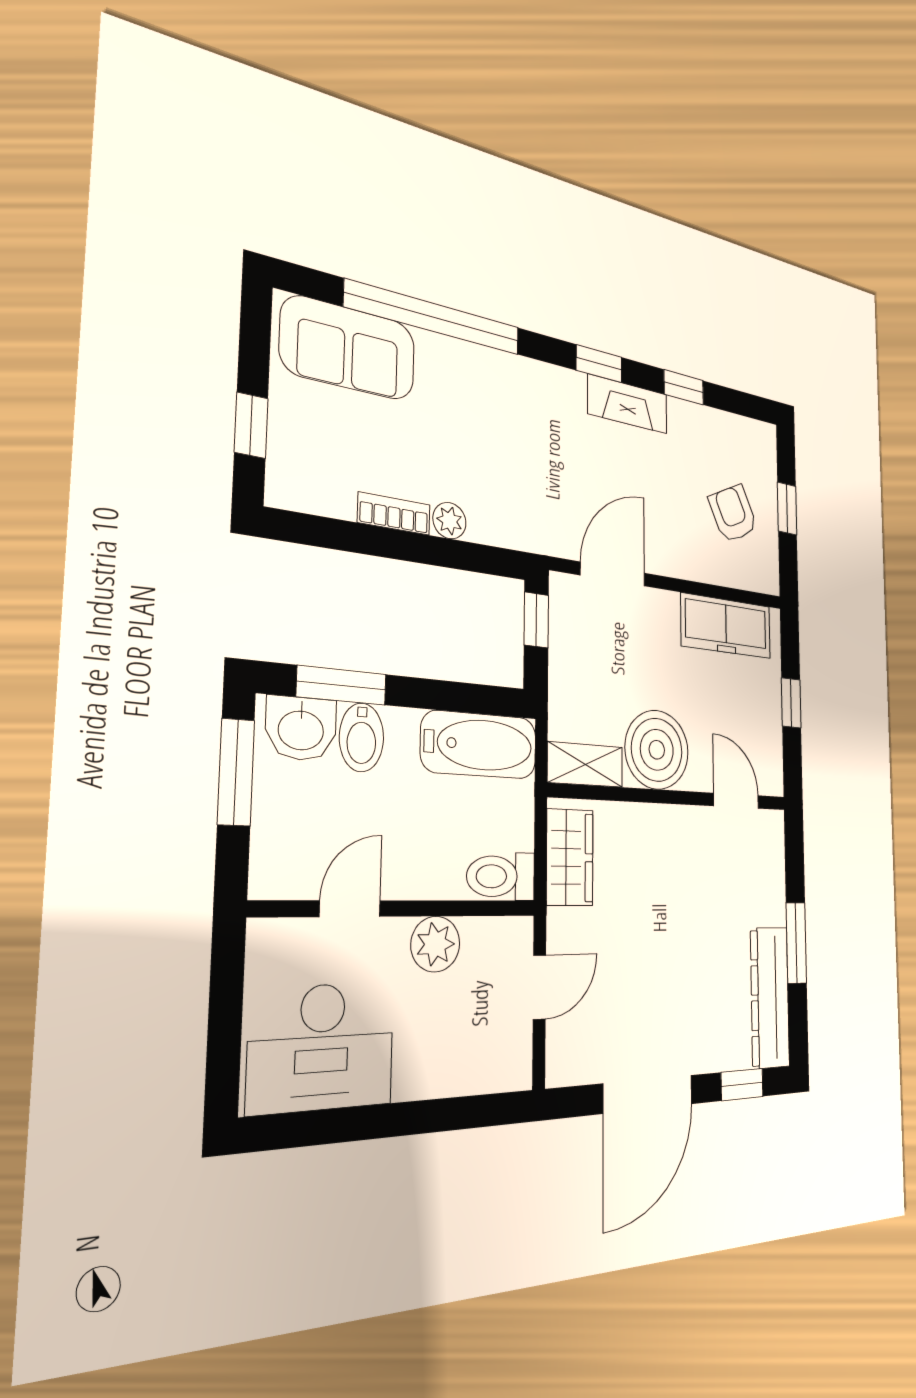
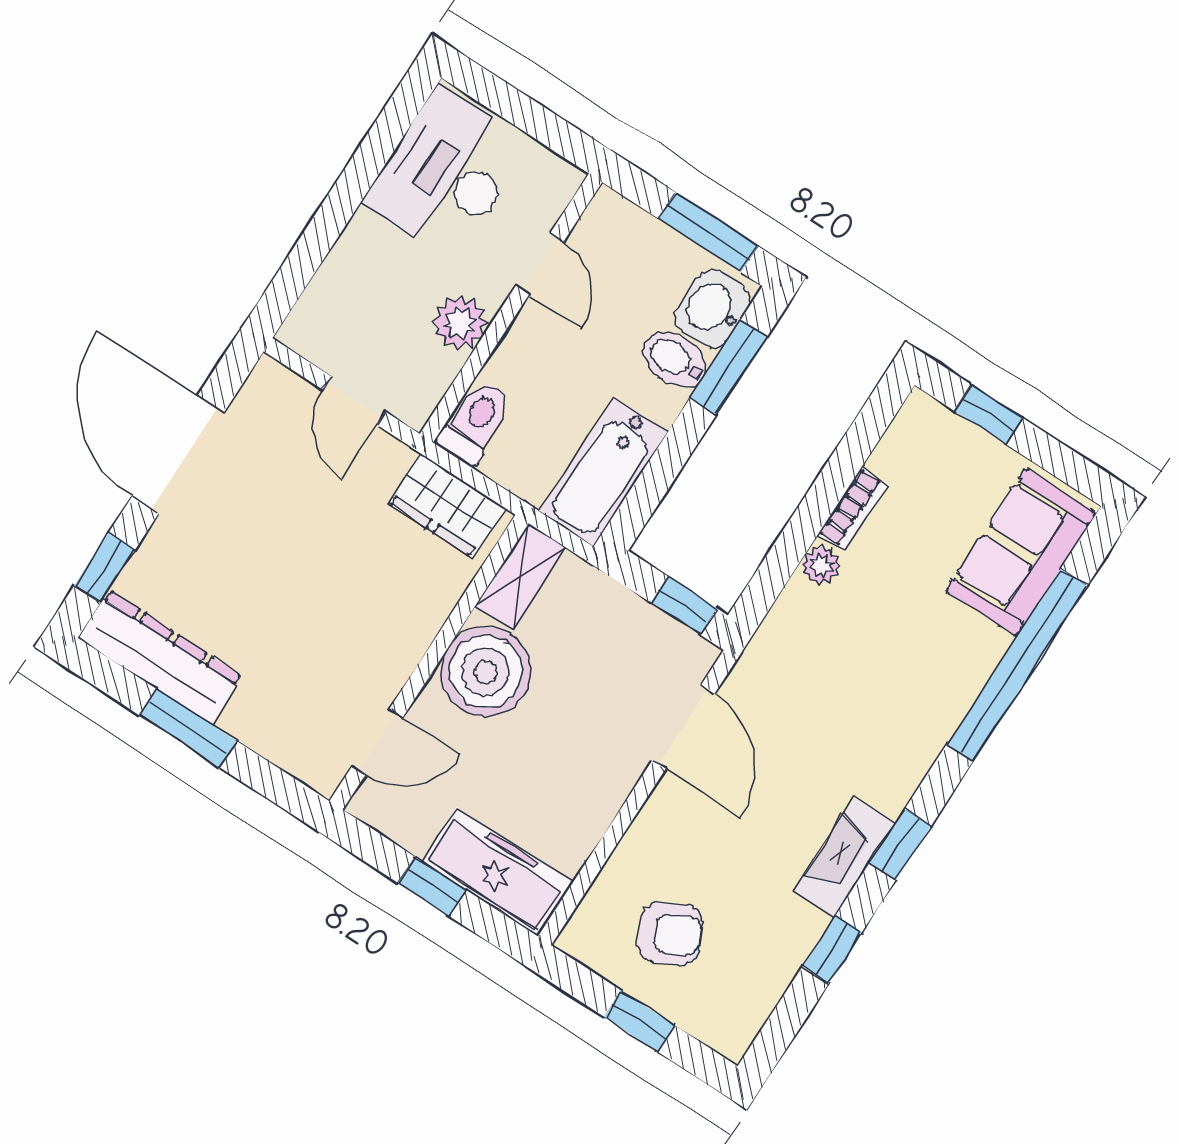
freezer: (726, 626) -> (497, 872), moved, turned 90

